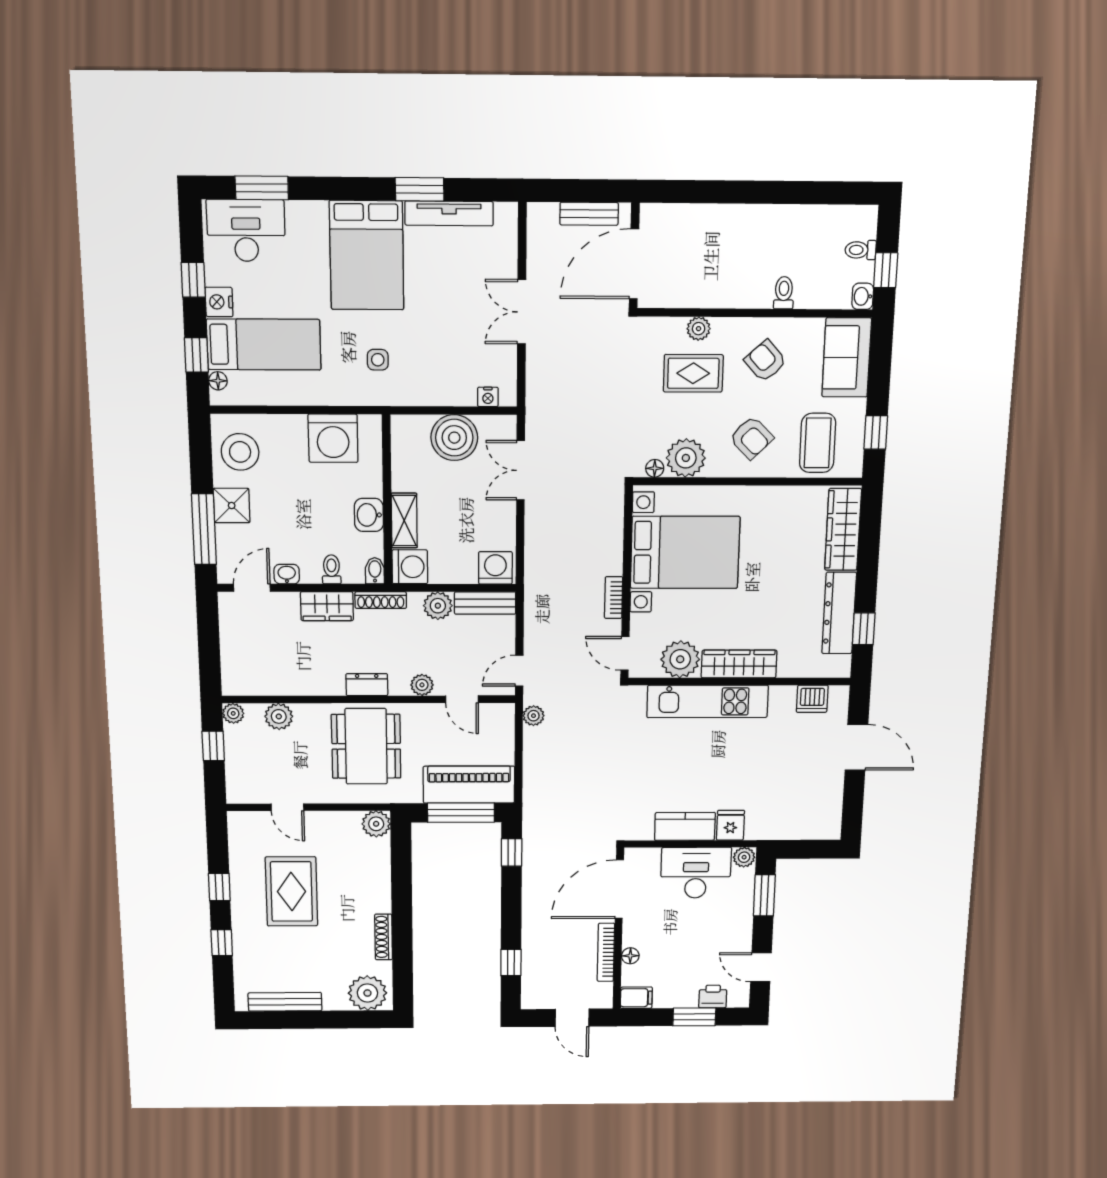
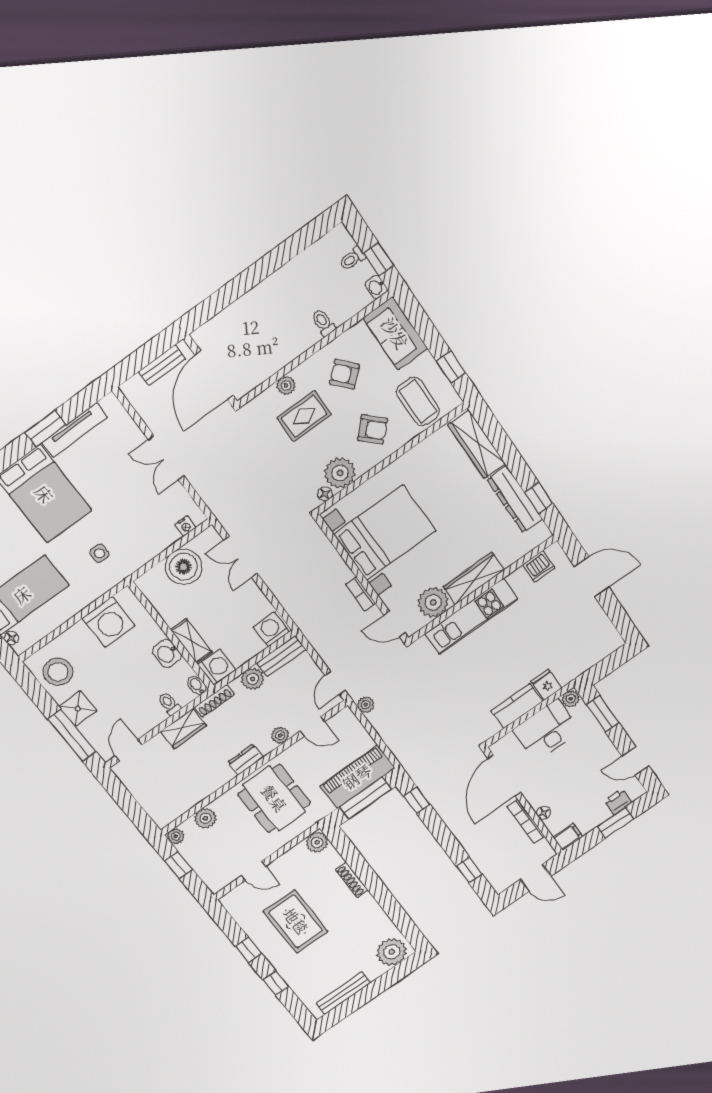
washbasin: (287, 574) -> (144, 727), removed
shoe rack: (384, 937) -> (352, 880), moved

